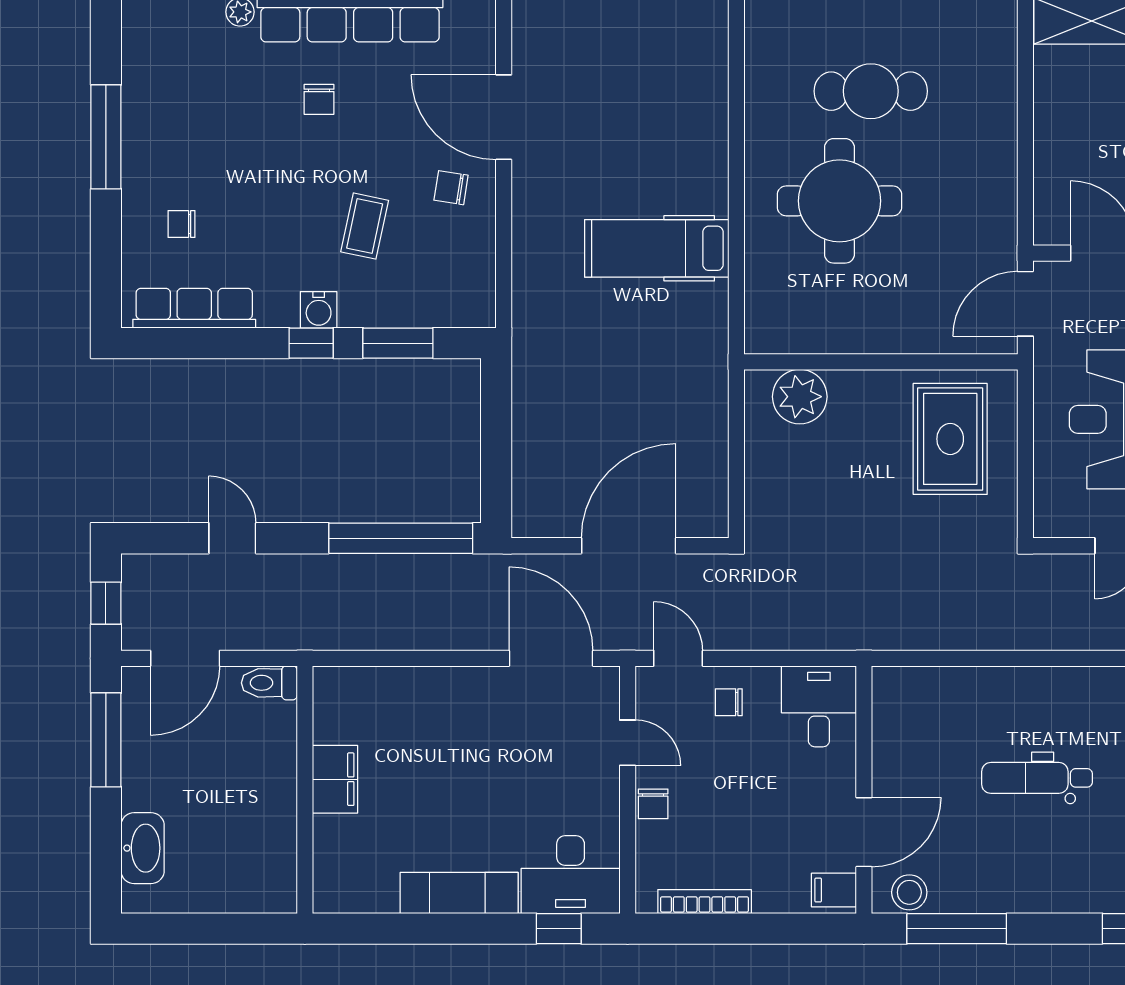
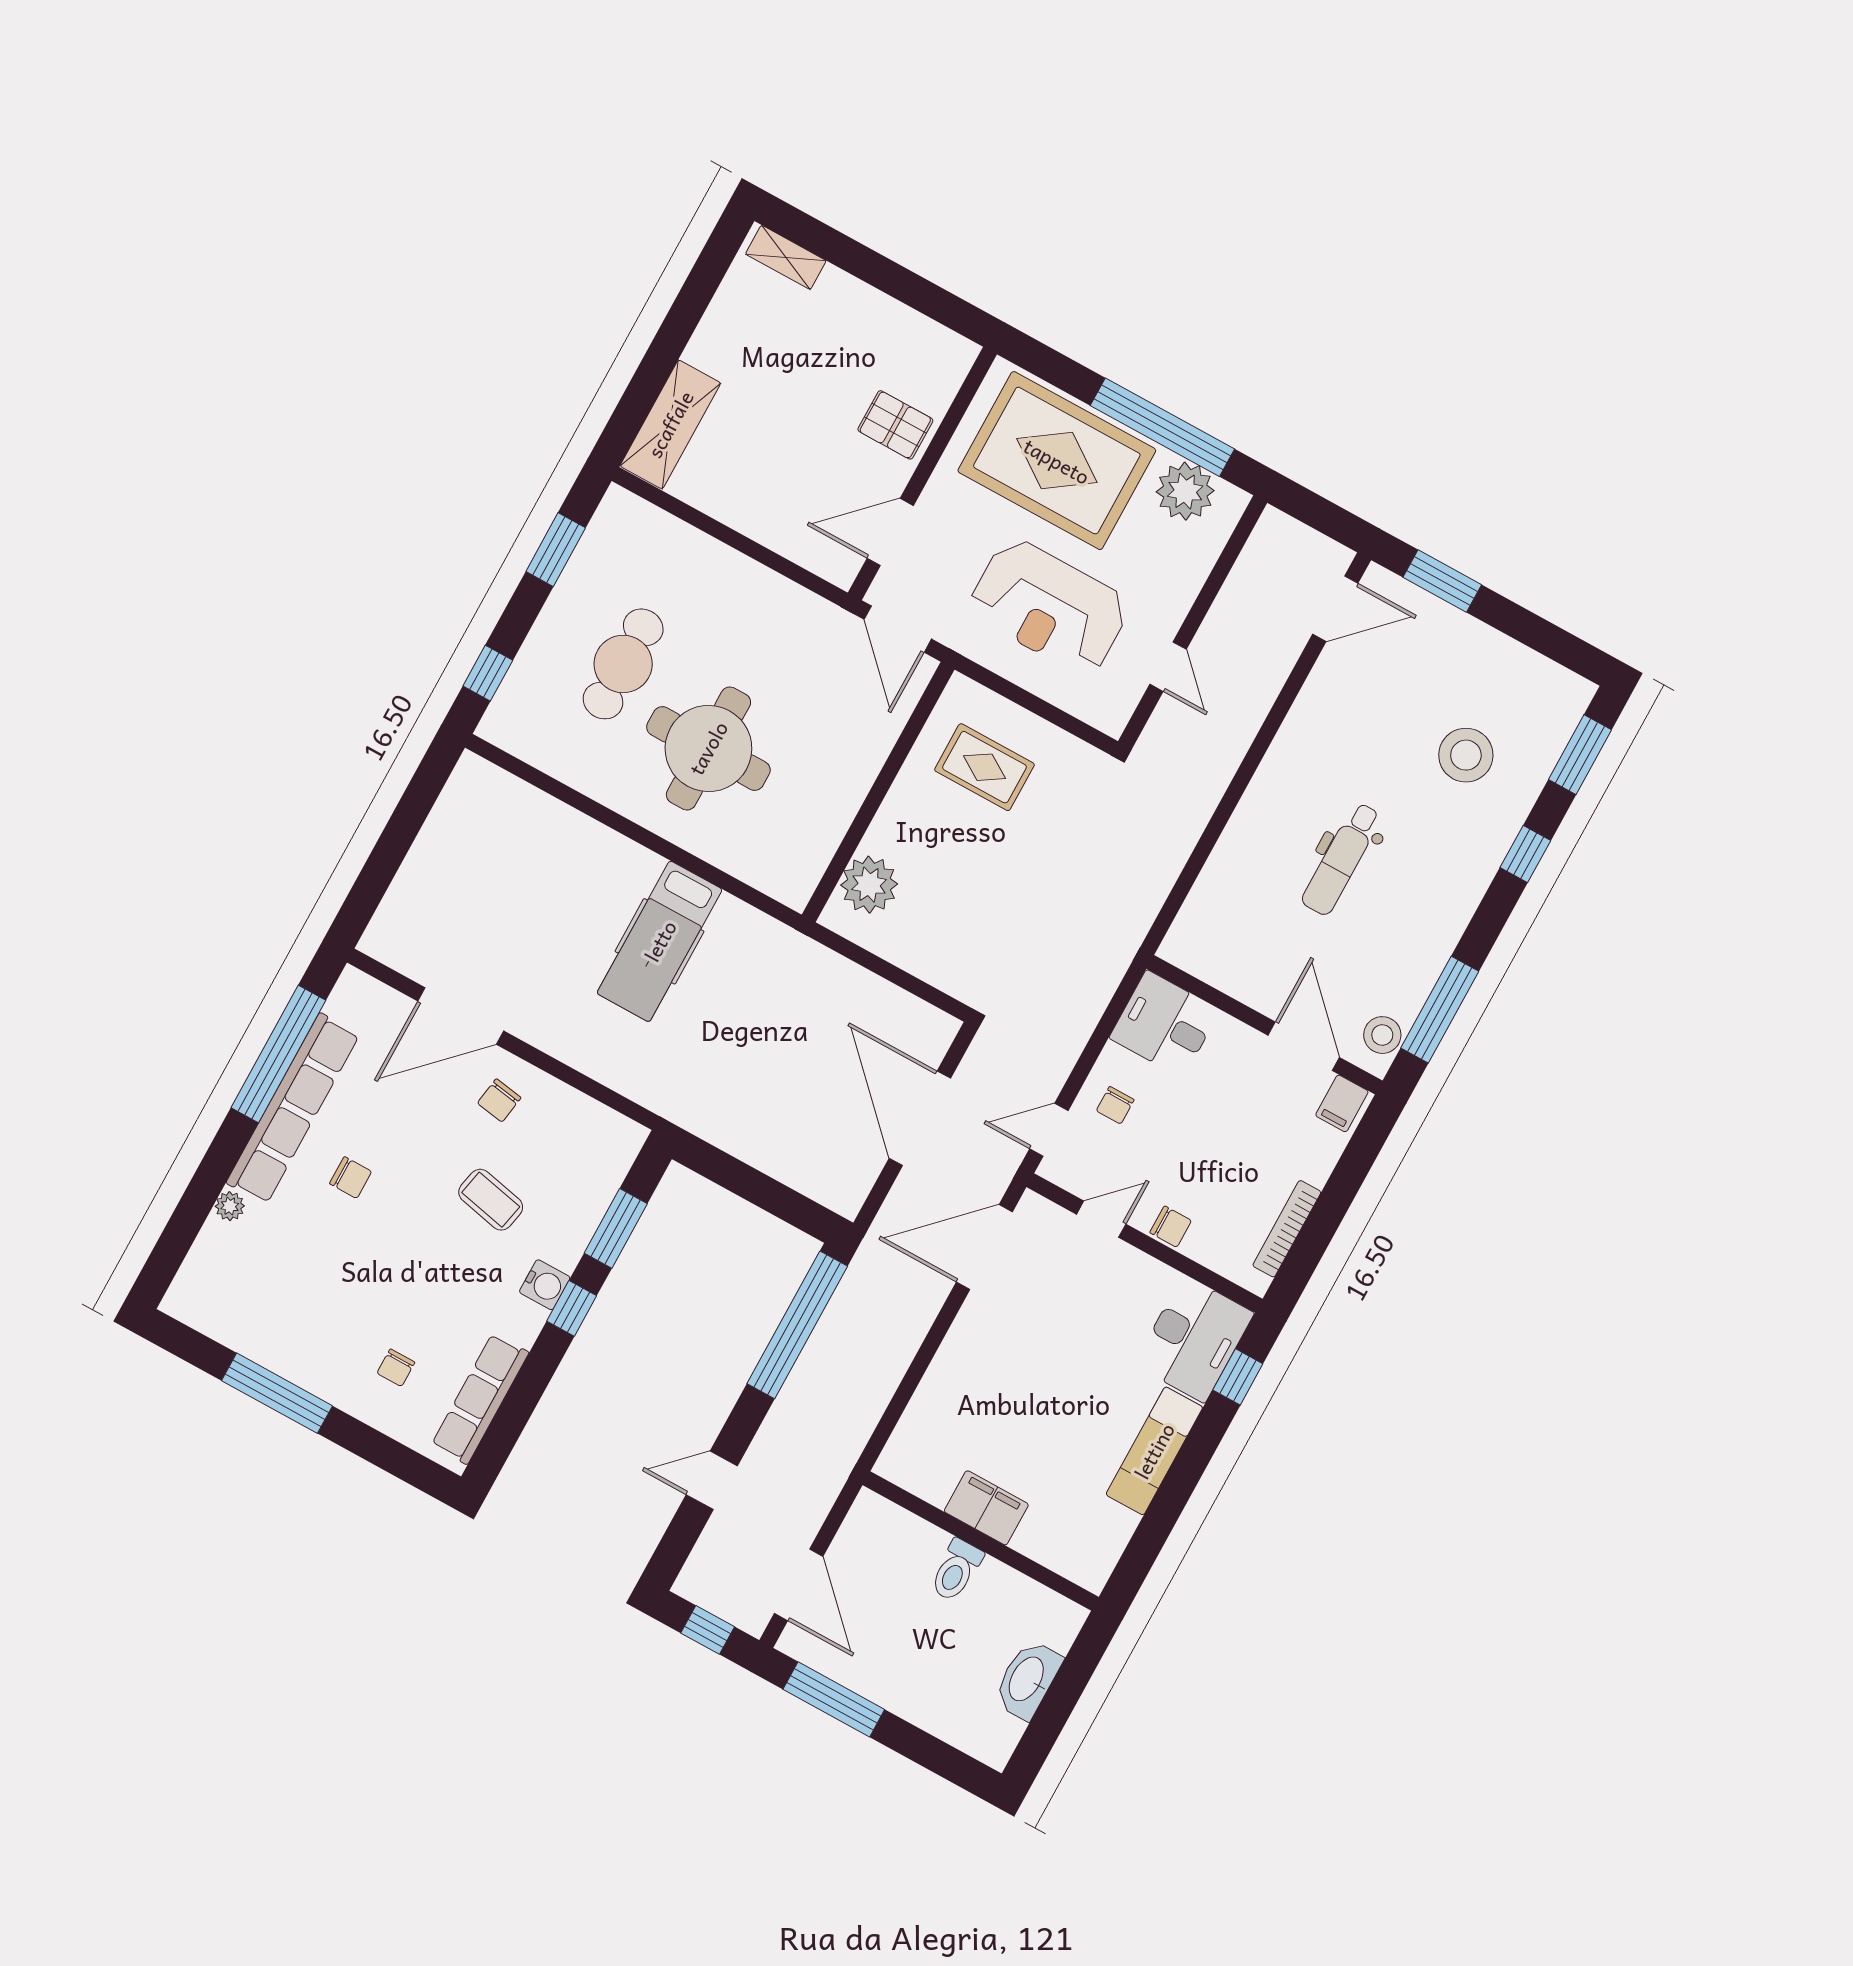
rug: (950, 439) -> (984, 767), width x0.73, depth x0.70
toilet: (269, 683) -> (956, 1570), moved
washbasin: (143, 848) -> (1027, 1680), moved, turned -90

